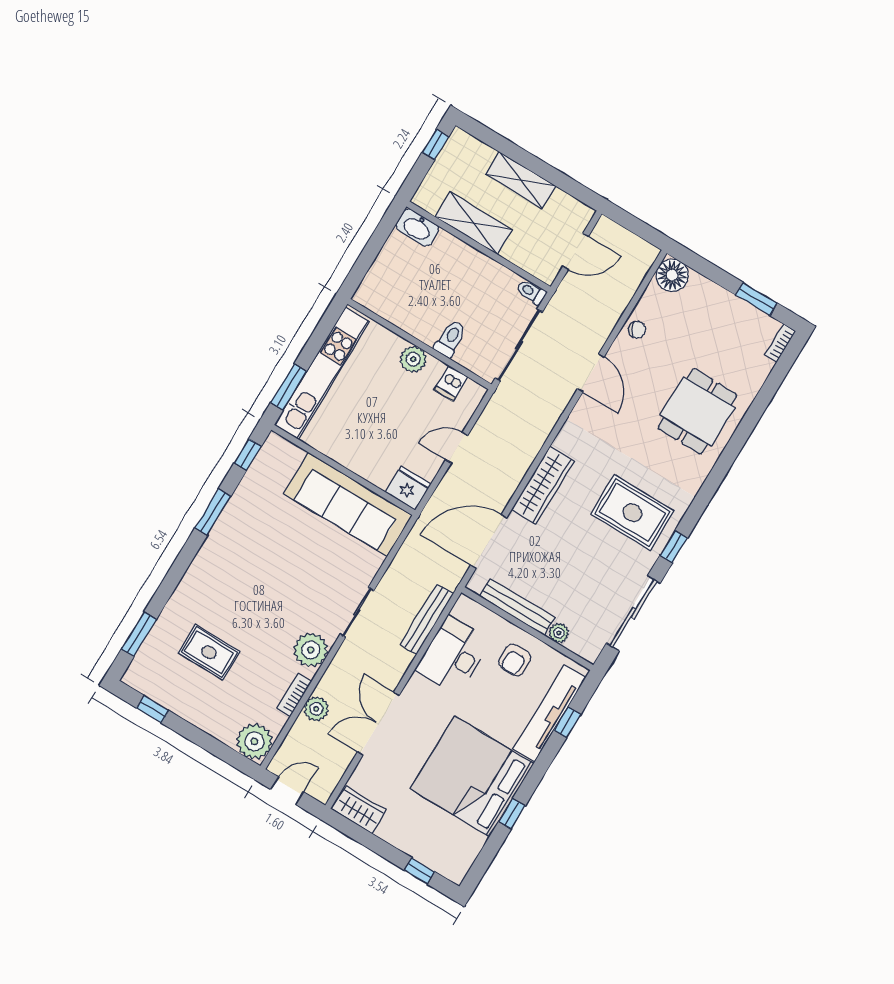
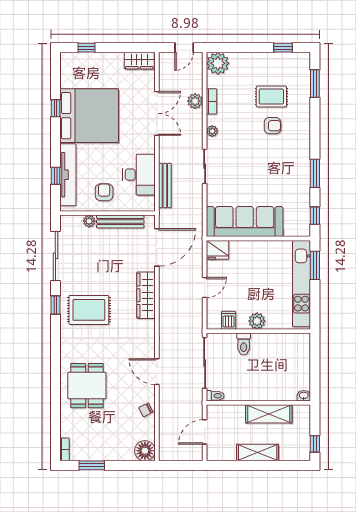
washbasin: (417, 228) -> (304, 396), width x0.52, depth x0.69
armchair: (231, 612) -> (272, 126), added
plant: (311, 650) -> (212, 131), width x0.53, depth x0.53

